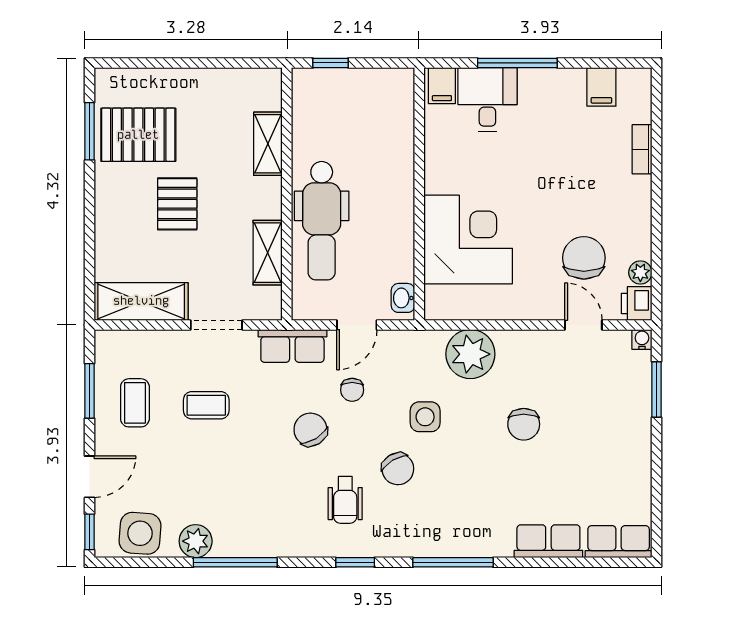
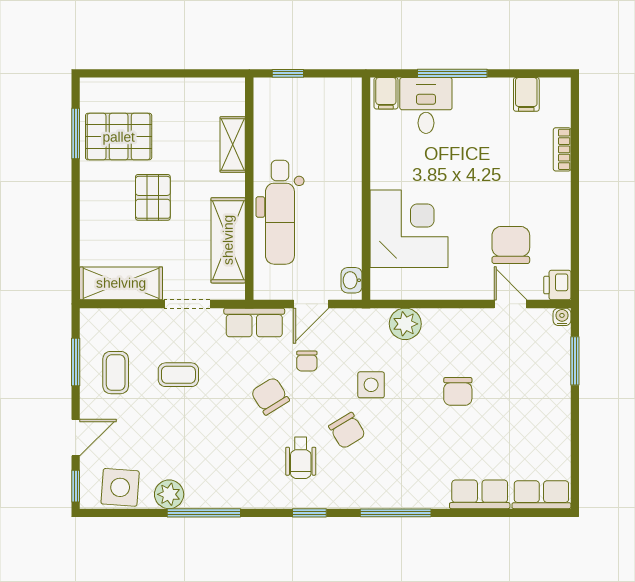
shelving: (268, 253) -> (228, 240), width x1.50, depth x1.33
plant: (640, 273) -> (561, 258), removed
plant: (470, 354) -> (405, 324), width x0.73, depth x0.73

